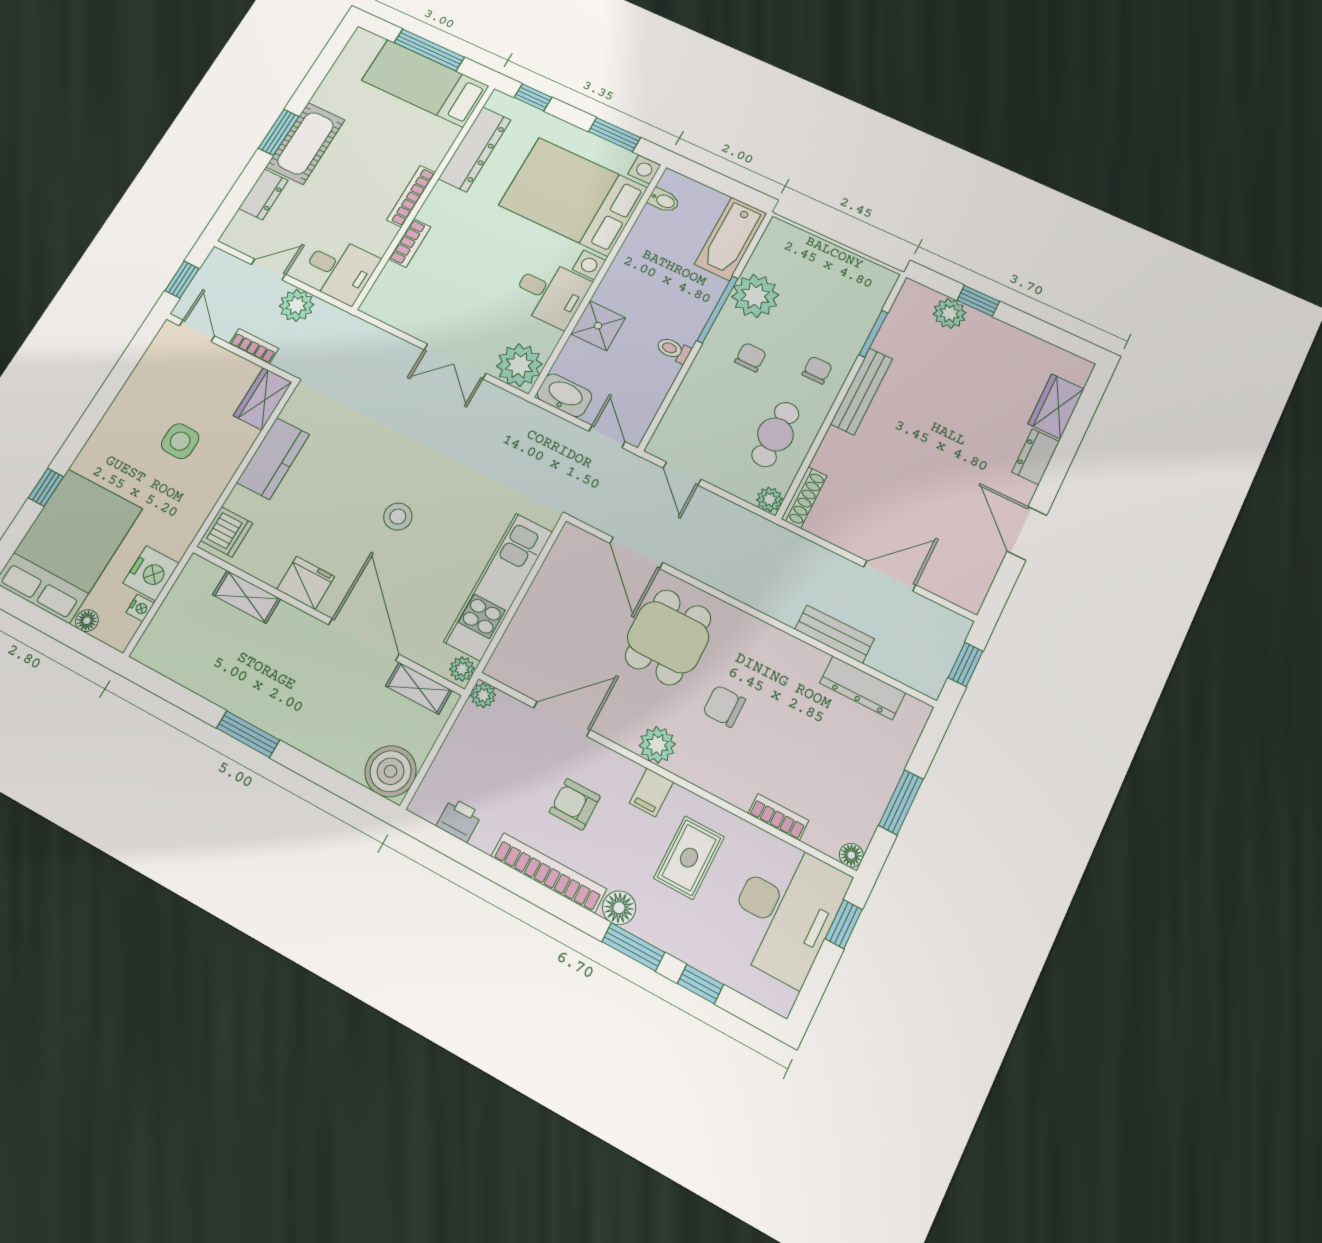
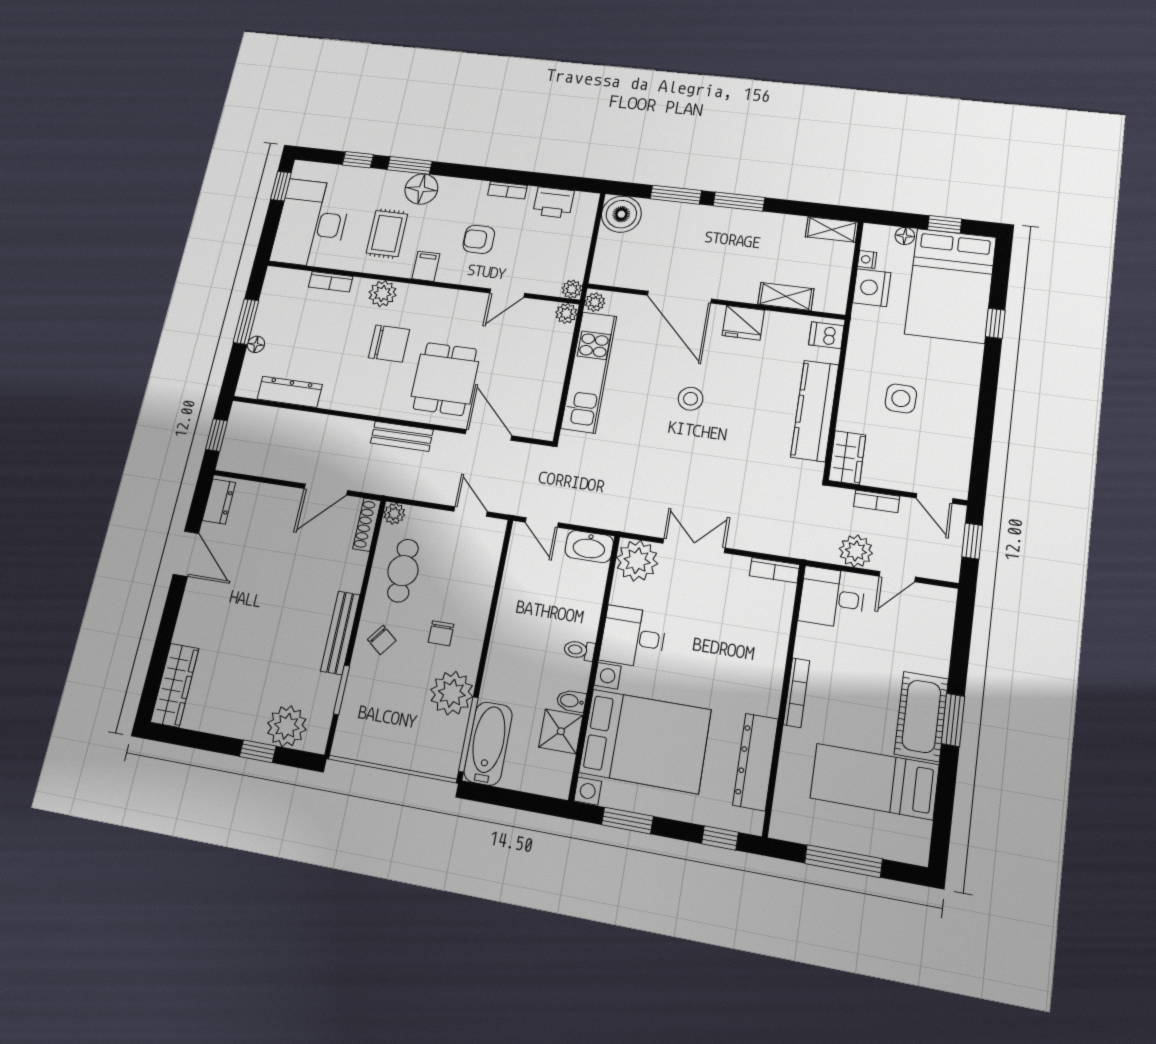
bed: (425, 83) -> (874, 781), moved, turned 180
dresser: (263, 194) -> (937, 650), removed
bidet: (664, 200) -> (571, 701), moved
bookcase: (410, 243) -> (774, 570), moved, turned -90
window: (718, 309) -> (468, 734), moved
plant: (950, 313) -> (287, 726), width x1.36, depth x1.36
shower: (598, 326) -> (561, 731), moved
toilet: (673, 350) -> (579, 650), moved, turned 180
chair: (817, 370) -> (382, 640), turned -52
wardrobe: (1056, 406) -> (175, 685), width x1.50
dresser: (1036, 457) -> (219, 501), moved
kitchen counter: (273, 458) -> (815, 411), width x1.50
dishwasher: (227, 532) -> (826, 335), width x0.73
door: (890, 576) -> (326, 489), moved
window: (38, 618) -> (945, 224), added
bench: (834, 634) -> (402, 436), moved
plant: (500, 667) -> (566, 313), added
shelving: (419, 688) -> (832, 229), moved
chair: (724, 706) -> (389, 344), width x1.37, depth x1.37
door: (562, 719) -> (507, 293), width x0.73
plant: (657, 745) -> (382, 294), moved
window: (317, 772) -> (676, 195), added
armchair: (575, 804) -> (479, 239), turned 180
printer: (459, 820) -> (554, 202), width x1.36, depth x1.24
floor lamp: (851, 855) -> (256, 344), moved
bookcase: (549, 873) -> (507, 190), width x0.43, depth x0.76
floor lamp: (619, 908) -> (421, 189), width x1.38, depth x1.38
window: (844, 924) -> (281, 186), moved

